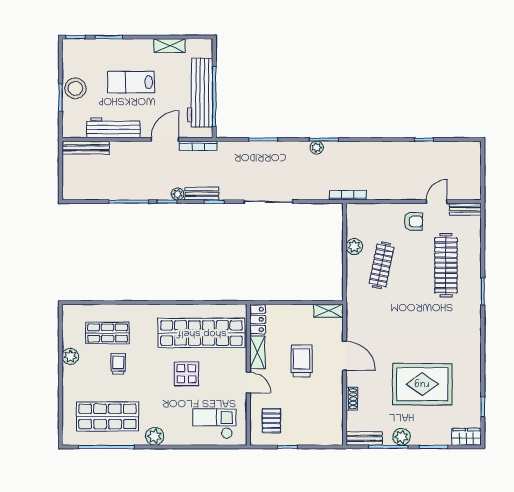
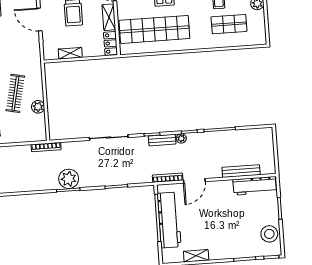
lab bench: (131, 82) -> (225, 225), removed
stool: (75, 88) -> (269, 234), moved
workbench: (113, 128) -> (255, 186), moved
bench: (86, 148) -> (241, 171), moved
plant: (317, 148) -> (69, 179), width x1.87, depth x1.87
shelving: (328, 311) -> (70, 53), moved

